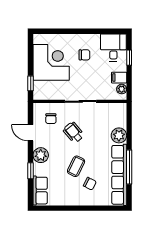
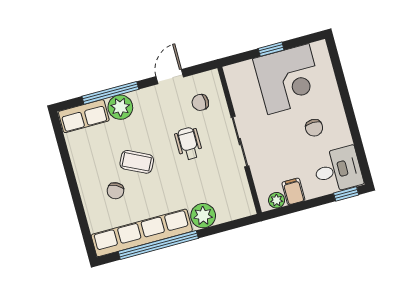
window: (129, 58) -> (346, 194), moved
window: (31, 83) -> (271, 49), moved
wheelchair: (74, 132) -> (189, 144), turned -50
plant: (41, 155) -> (120, 107), moved
window: (129, 167) -> (158, 245), width x1.46
window: (31, 171) -> (110, 93), width x2.17

